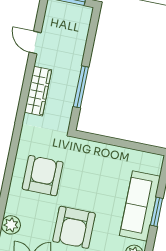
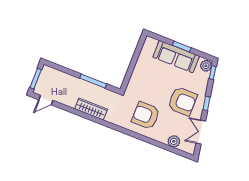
door: (35, 42) -> (46, 100), moved

